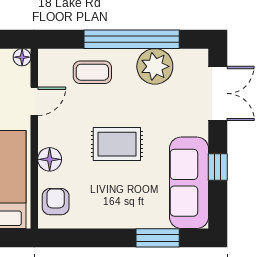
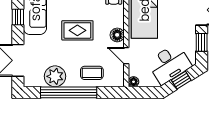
door: (34, 101) -> (126, 56), hinge flipped
floor lamp: (50, 159) -> (117, 35), moved

